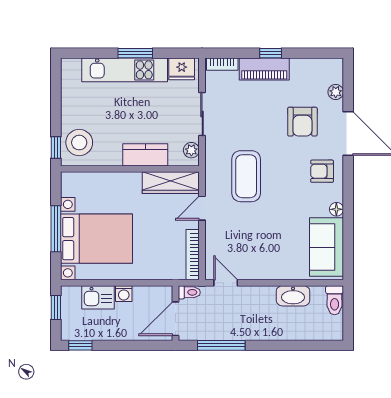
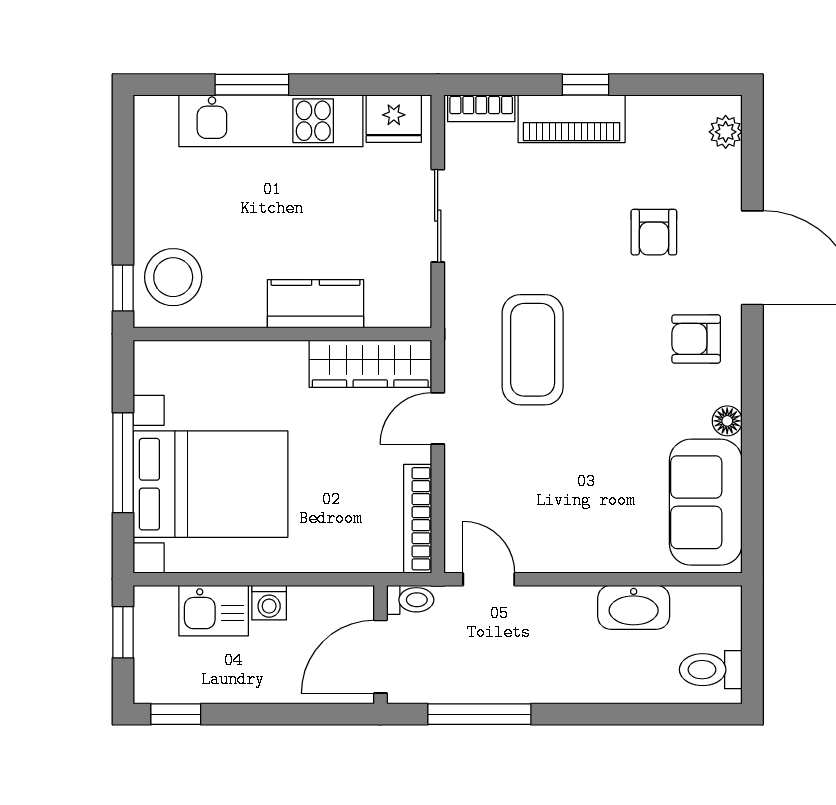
window: (135, 53) -> (252, 85), moved
plant: (336, 92) -> (726, 132), moved
armchair: (302, 122) -> (654, 232), width x0.72, depth x0.72
plant: (191, 150) -> (415, 294), removed
toilet: (335, 300) -> (711, 670), moved, turned 90

